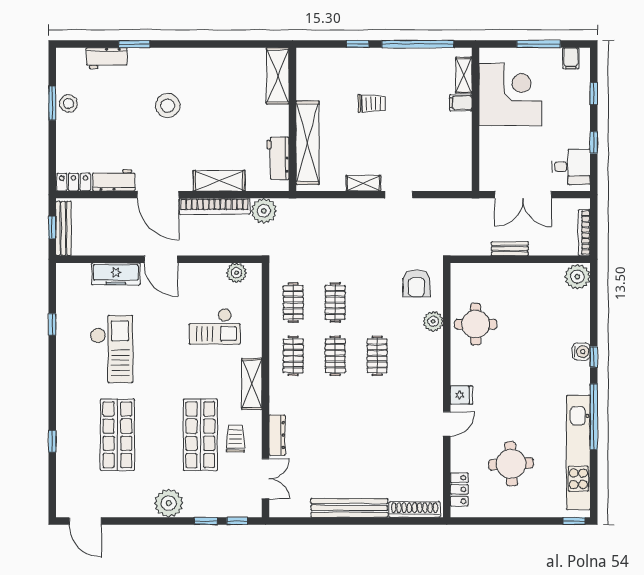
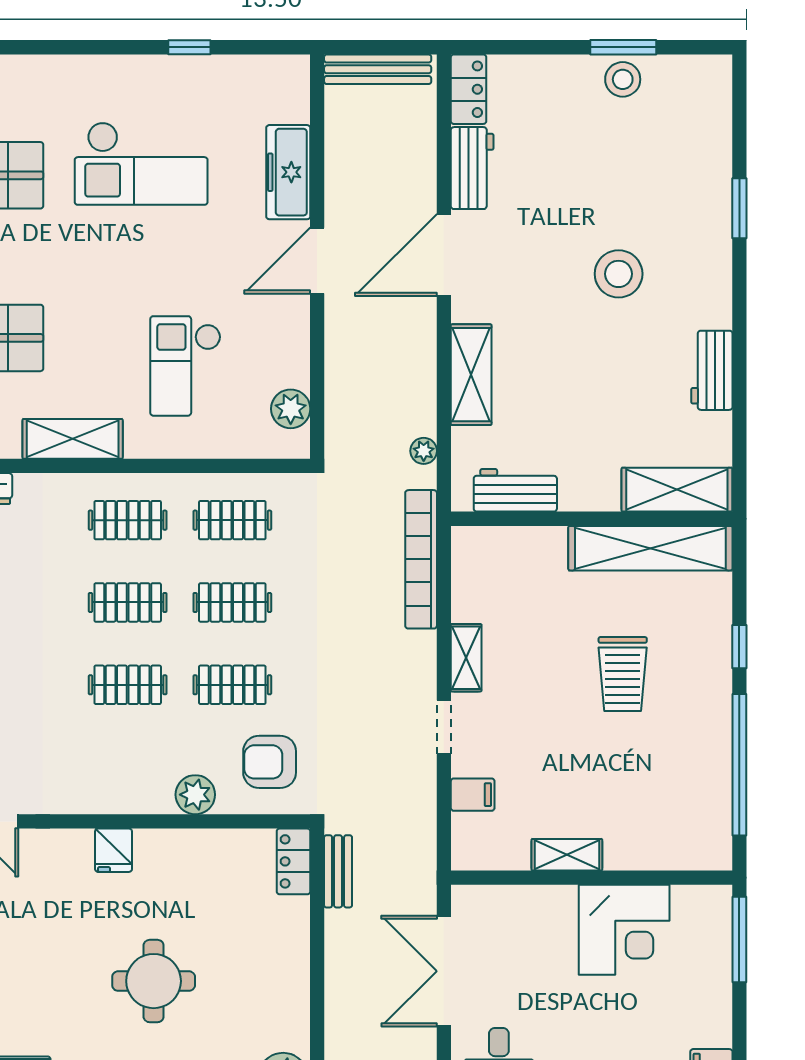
window: (539, 44) -> (739, 939), moved
workbench: (107, 58) -> (712, 370), moved
shelving: (464, 75) -> (567, 855), moved
corner desk: (510, 94) -> (624, 930), width x0.74, depth x0.74
filing cabinet: (461, 103) -> (473, 795), moved, turned 90
trolley: (372, 104) -> (623, 674), width x1.36, depth x1.39
shelving: (307, 143) -> (650, 548), moved
bookcase: (214, 206) -> (421, 559), moved
plant: (264, 211) -> (424, 451), width x0.53, depth x0.53
window: (52, 227) -> (380, 47), removed
bench: (510, 249) -> (338, 871), moved
locker: (467, 271) -> (293, 861), added
clothes rail: (377, 302) -> (232, 685), added
round table: (476, 324) -> (154, 981), moved
fridge: (461, 395) -> (114, 850), moved

